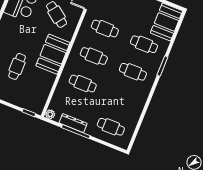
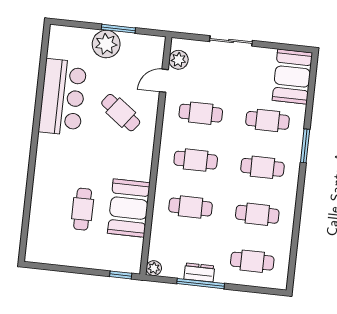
booth: (53, 54) -> (129, 208), moved
cafe table: (122, 99) -> (257, 214), added
dresser: (73, 123) -> (199, 272), width x0.70

